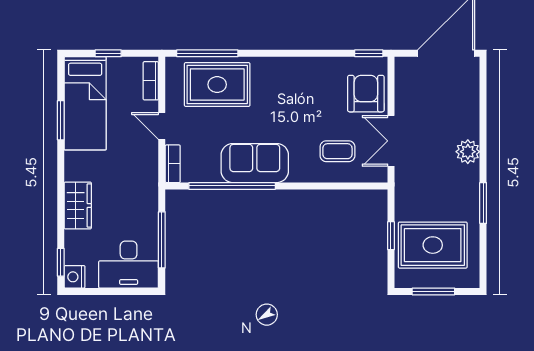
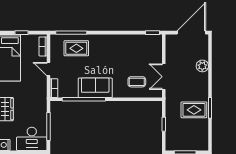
rug: (217, 85) -> (76, 48), width x0.73, depth x0.70
armchair: (366, 94) -> (151, 53), removed
plant: (468, 152) -> (202, 66), moved
rug: (433, 245) -> (194, 110), moved, width x0.73, depth x0.70

